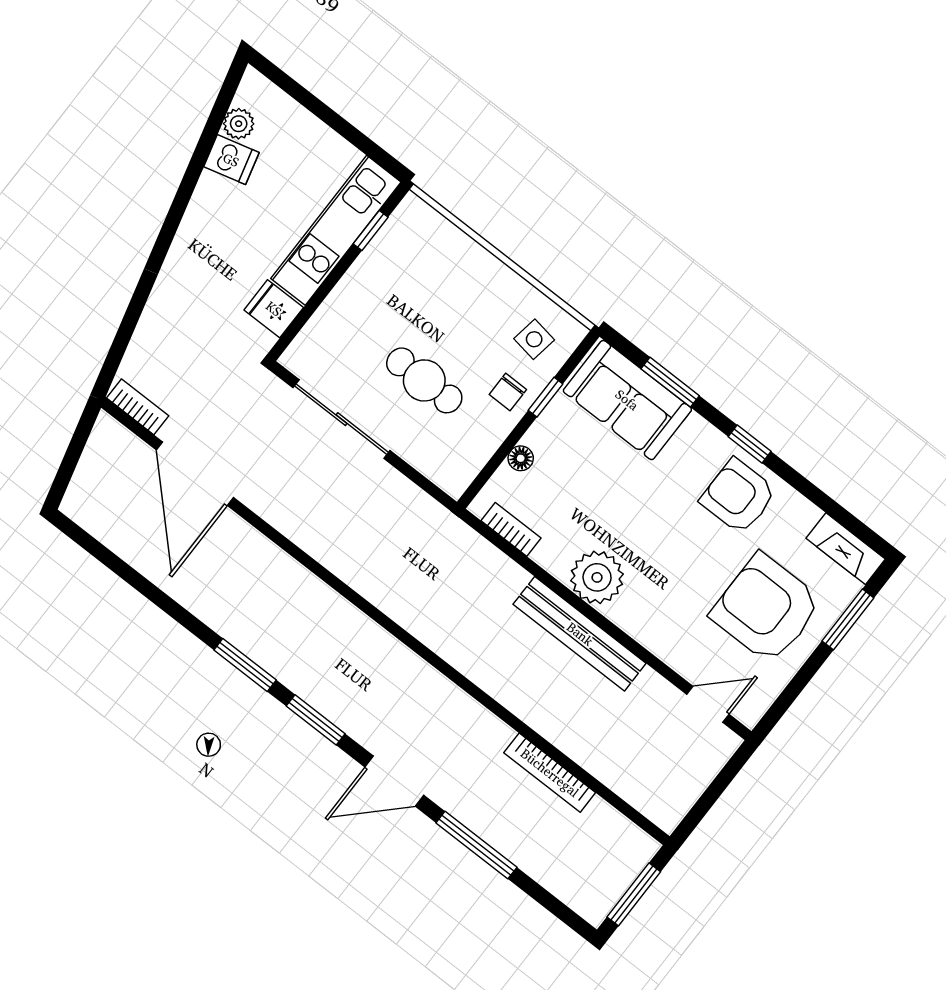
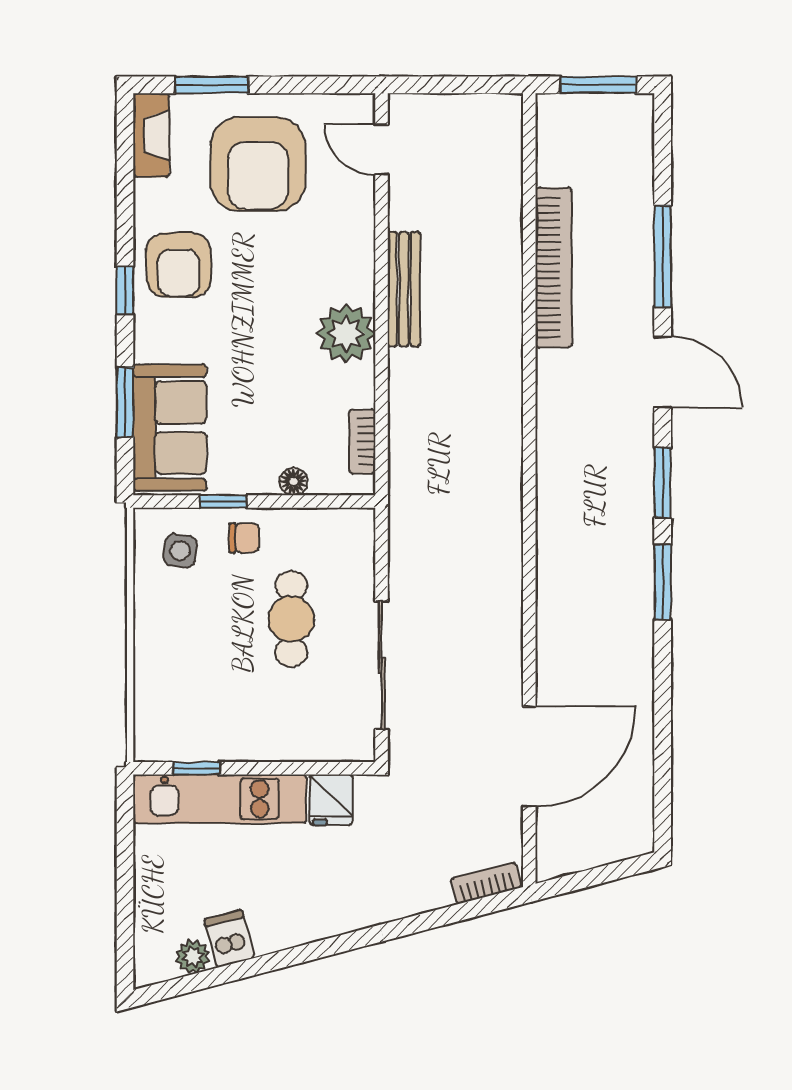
bookcase: (138, 407) -> (486, 883), moved, turned 75
bench: (580, 634) -> (404, 289), width x0.73, depth x0.82
bookcase: (550, 773) -> (554, 268), width x1.48, depth x1.31

